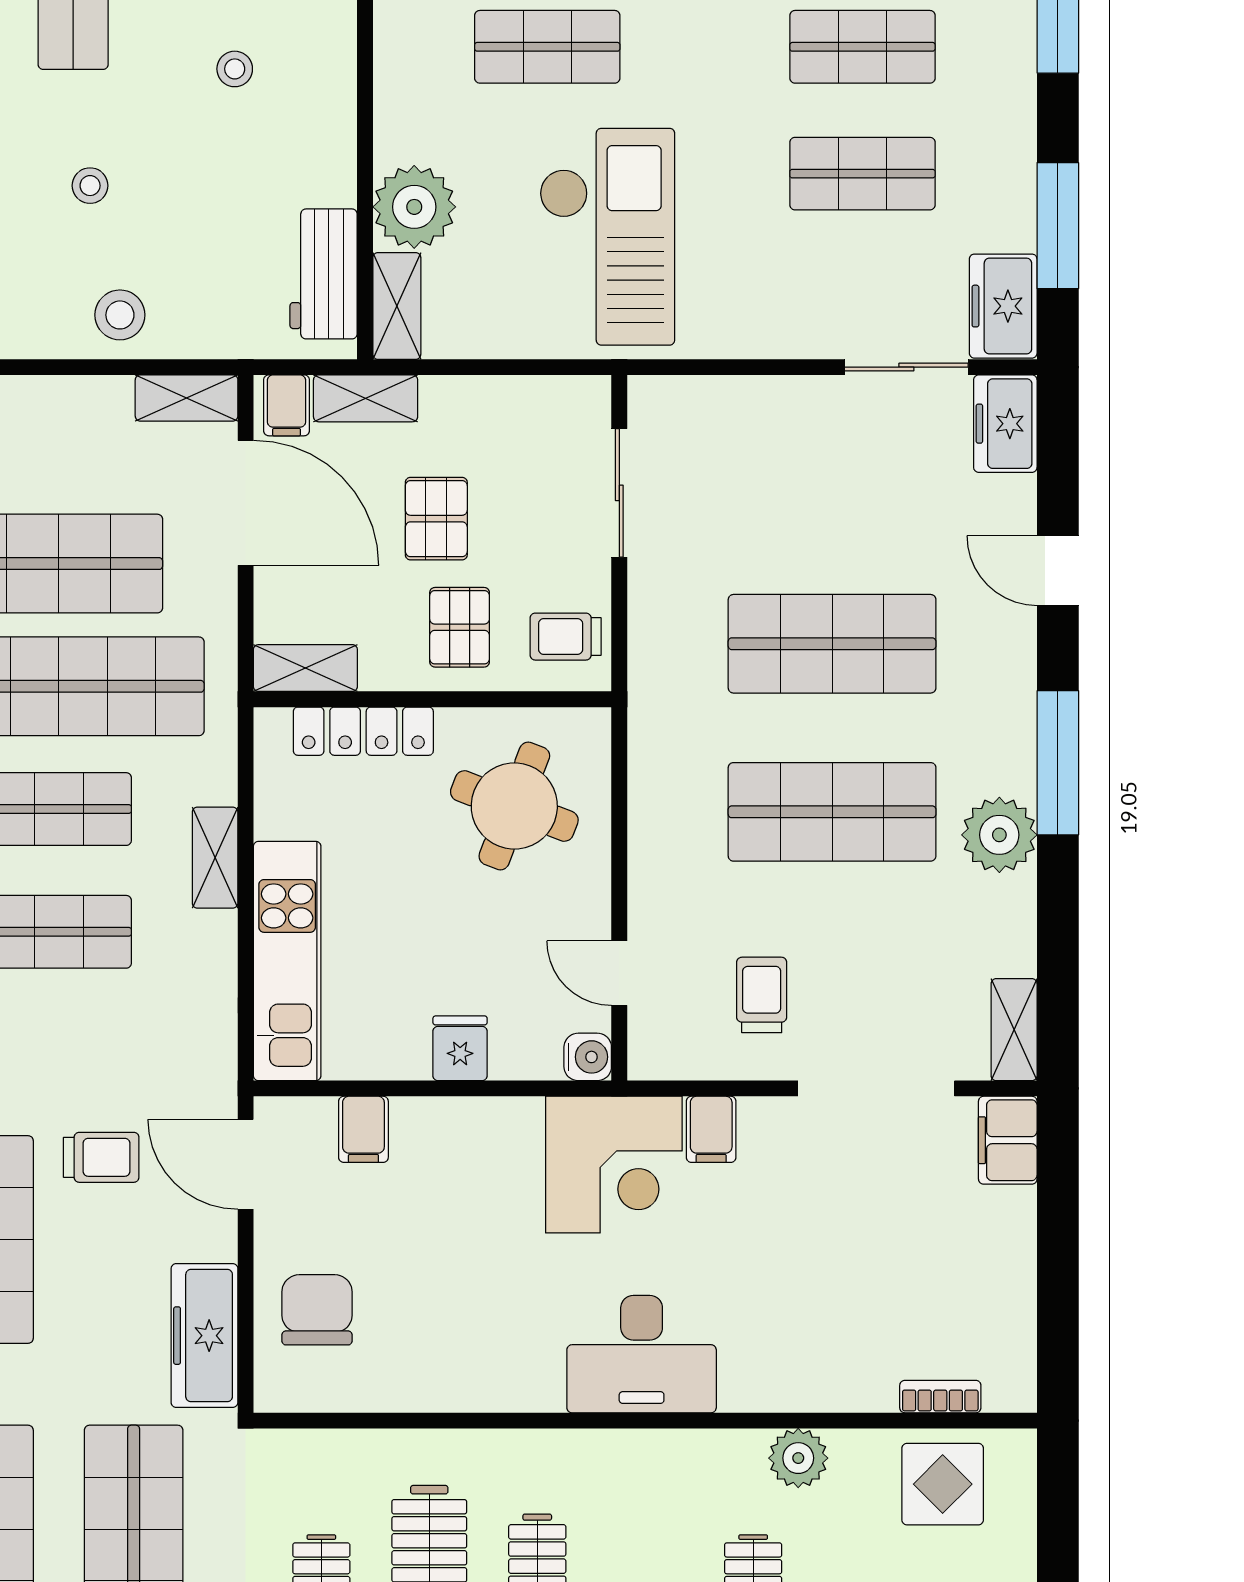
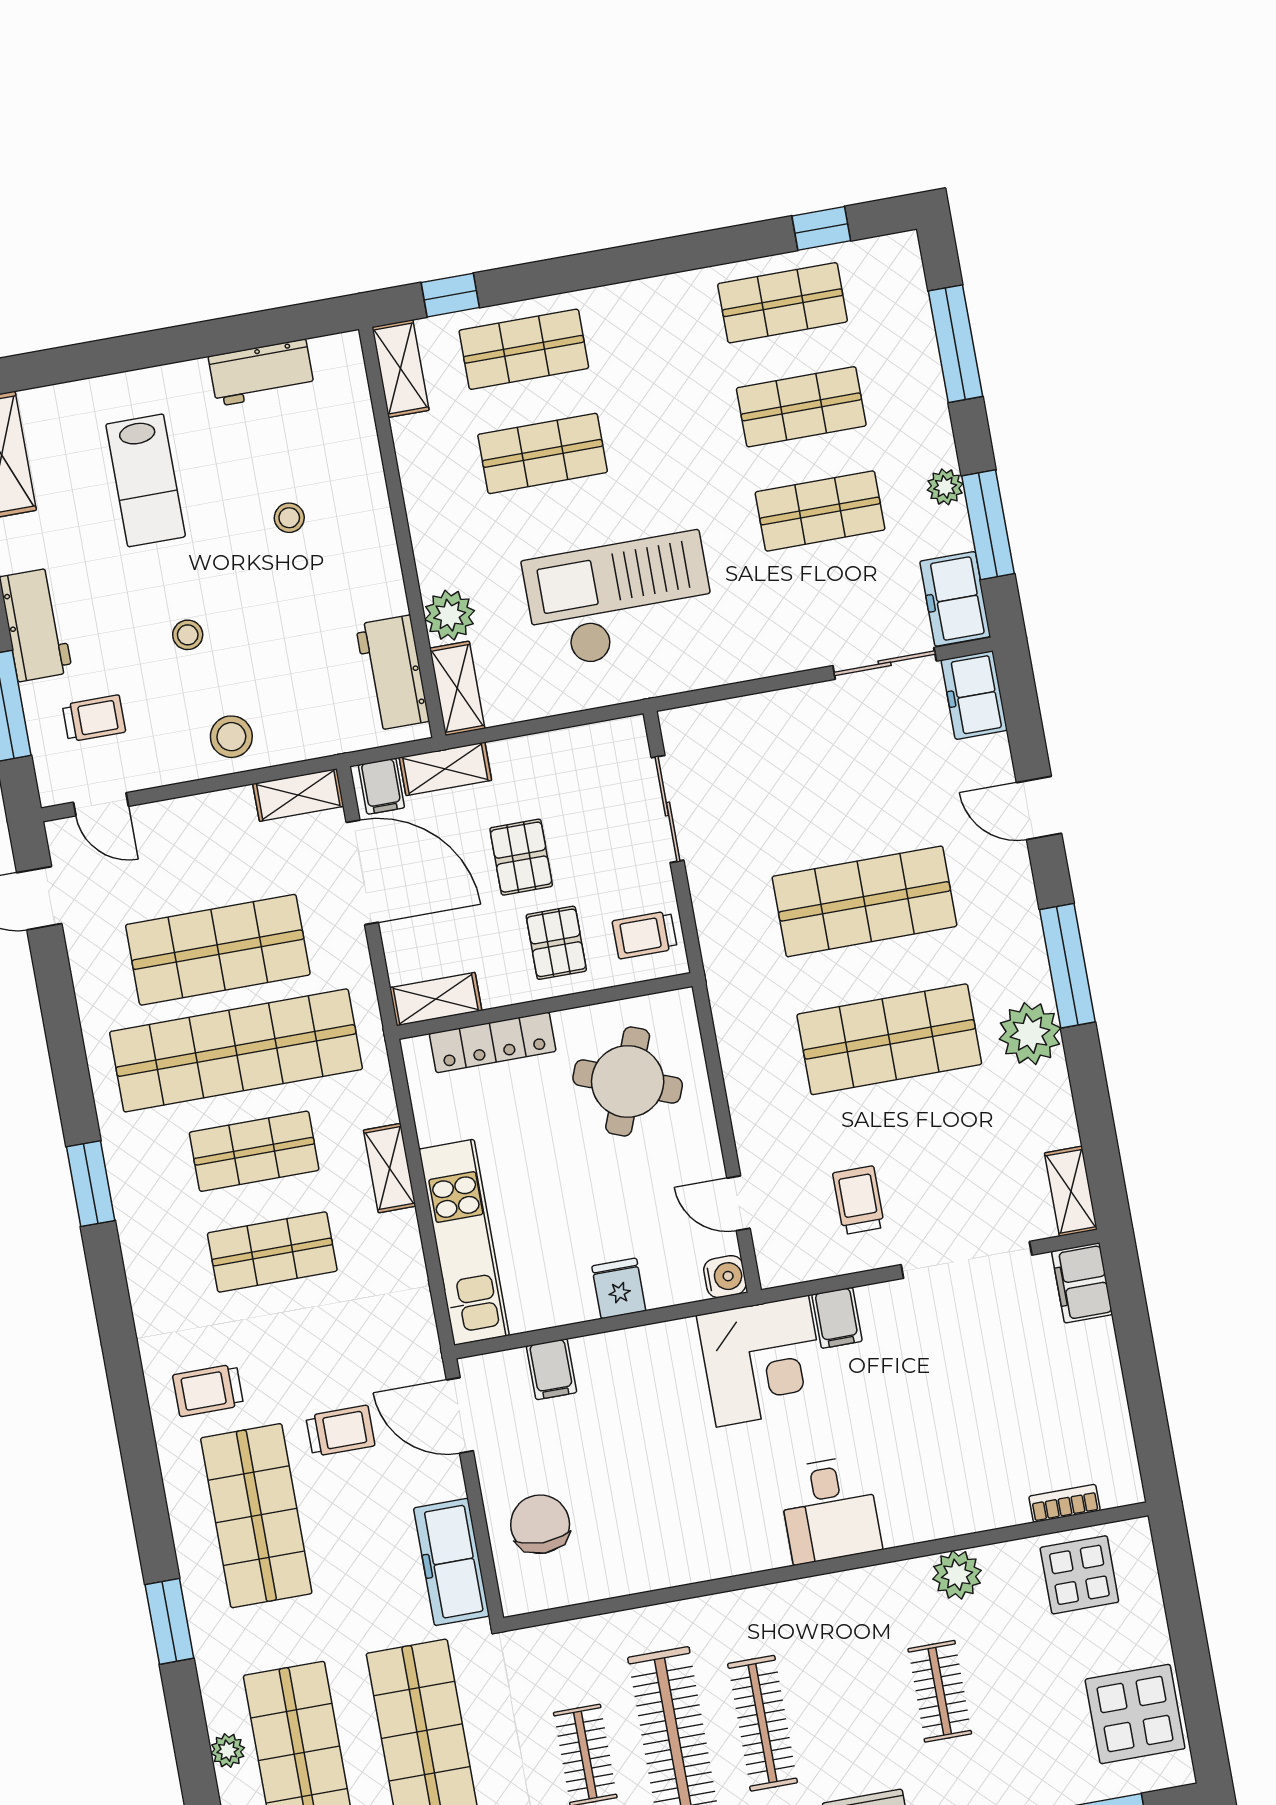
plant: (1015, 172) -> (945, 487), added
plant: (414, 207) -> (450, 615), width x0.73, depth x0.73
checkout: (607, 237) -> (620, 600), turned -90
desk: (642, 1354) -> (830, 1510), width x0.73

